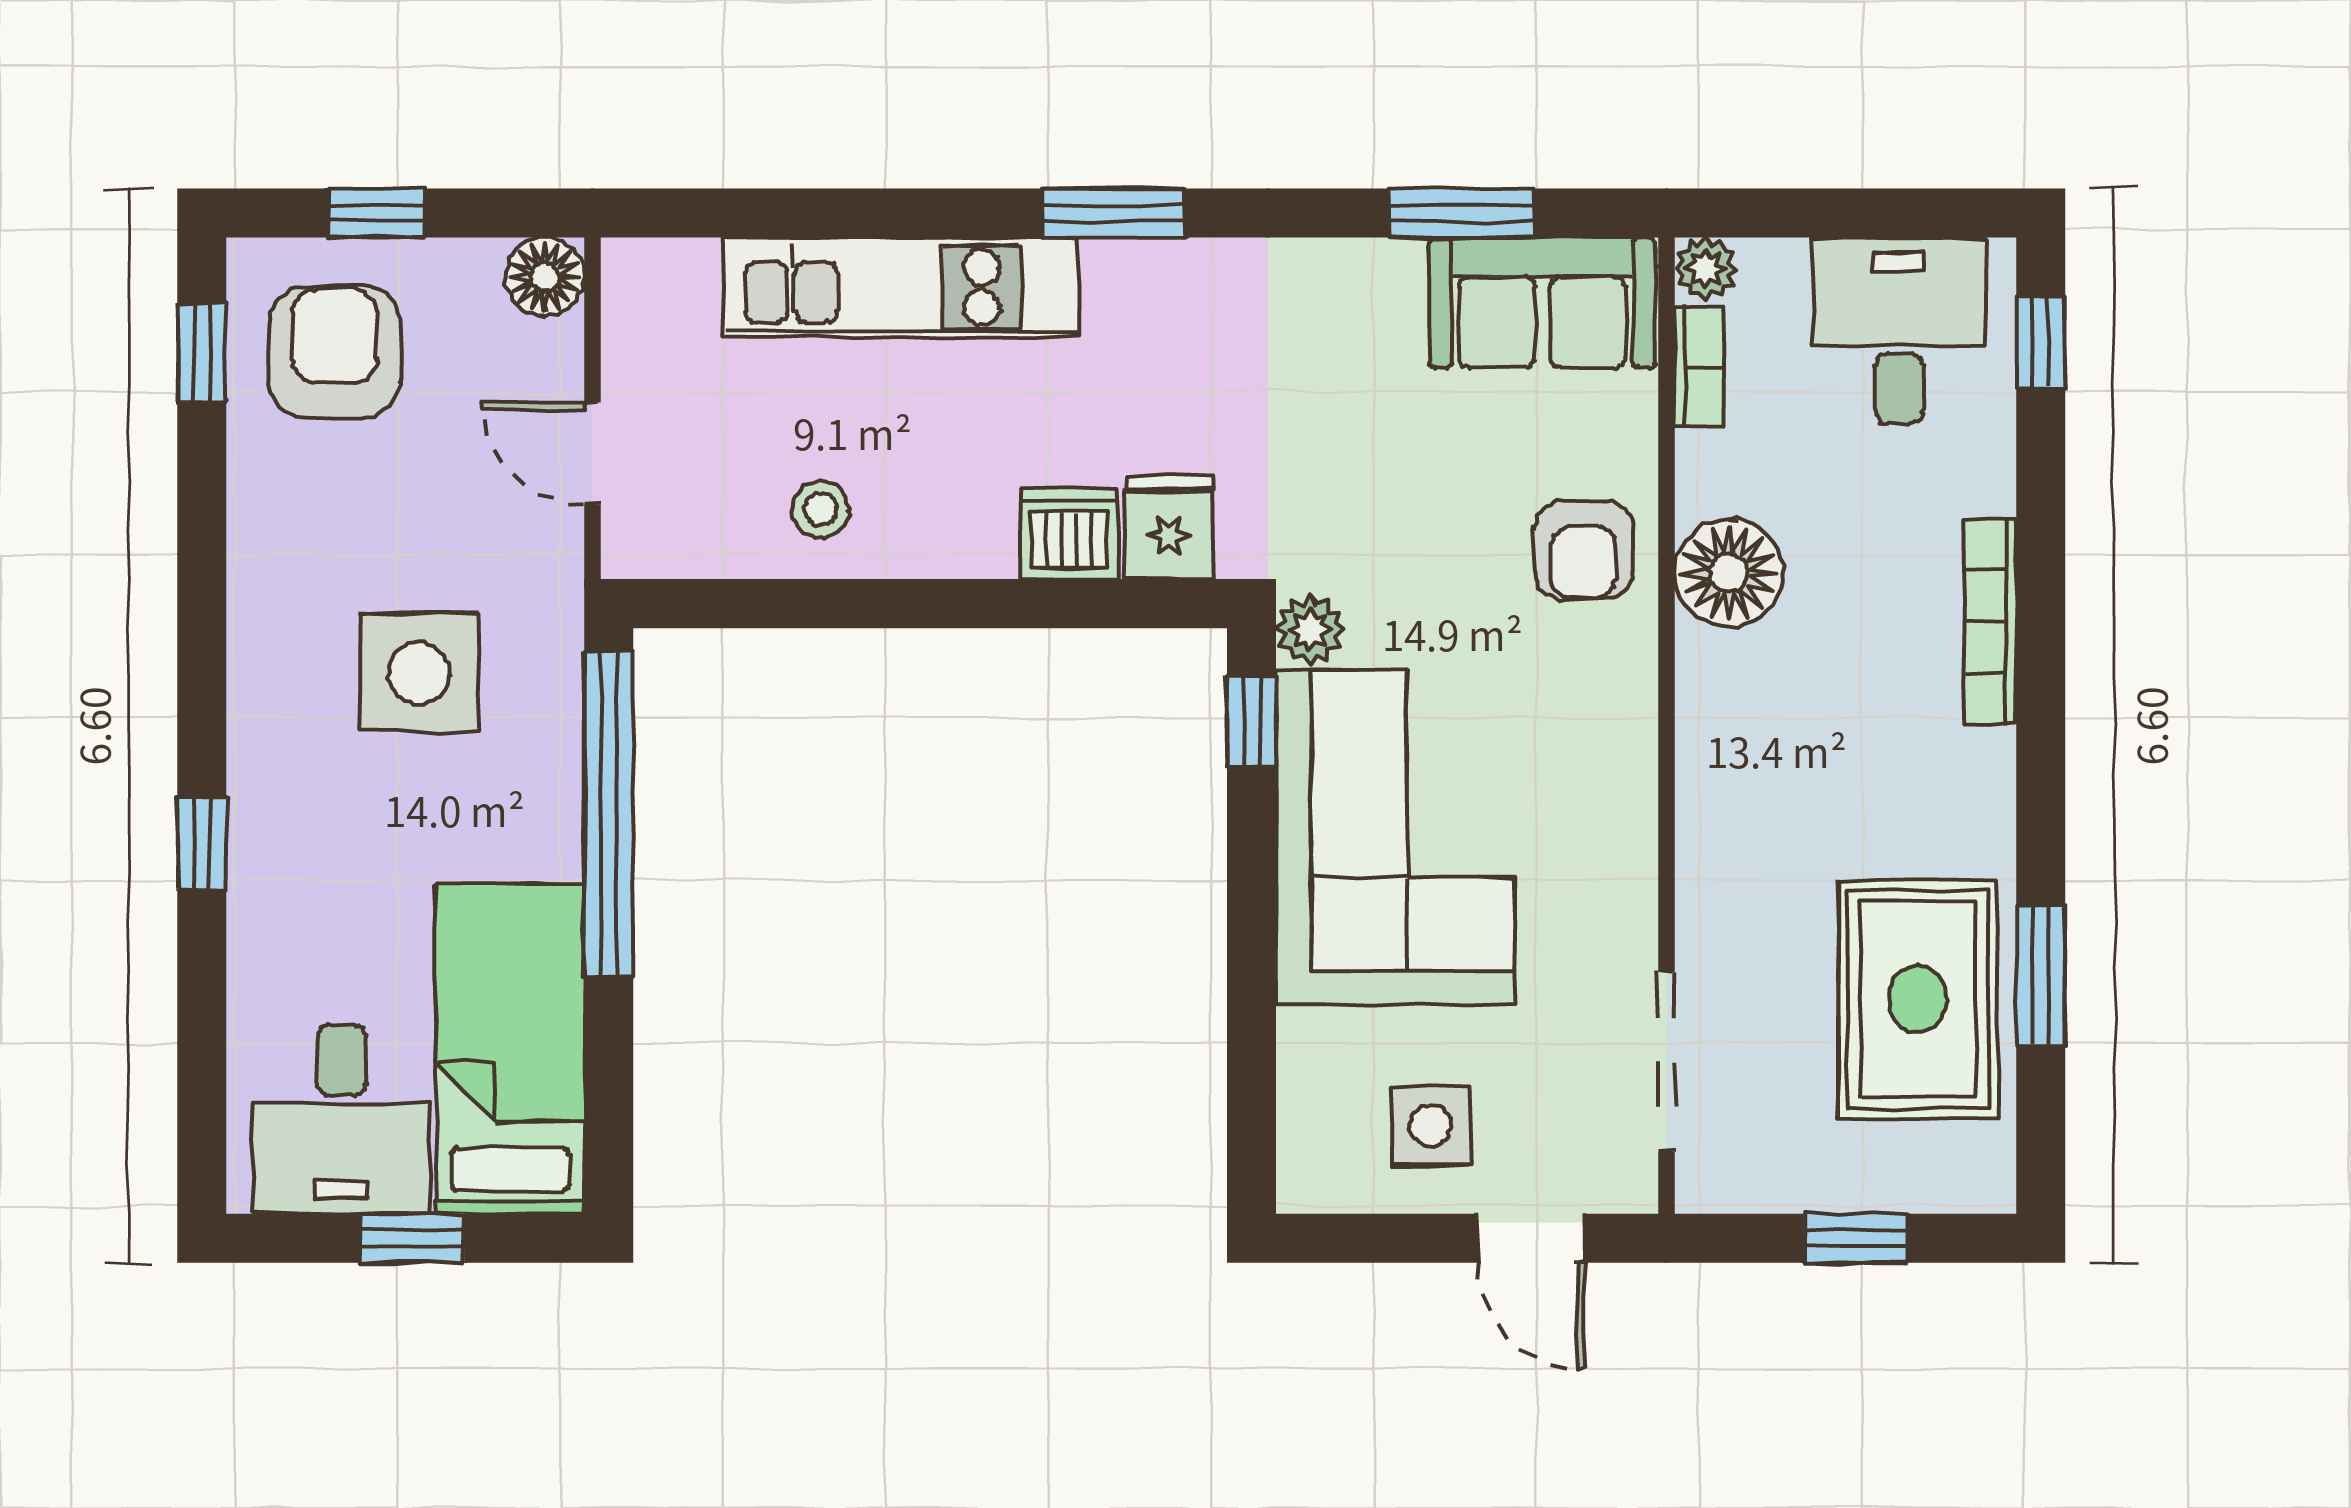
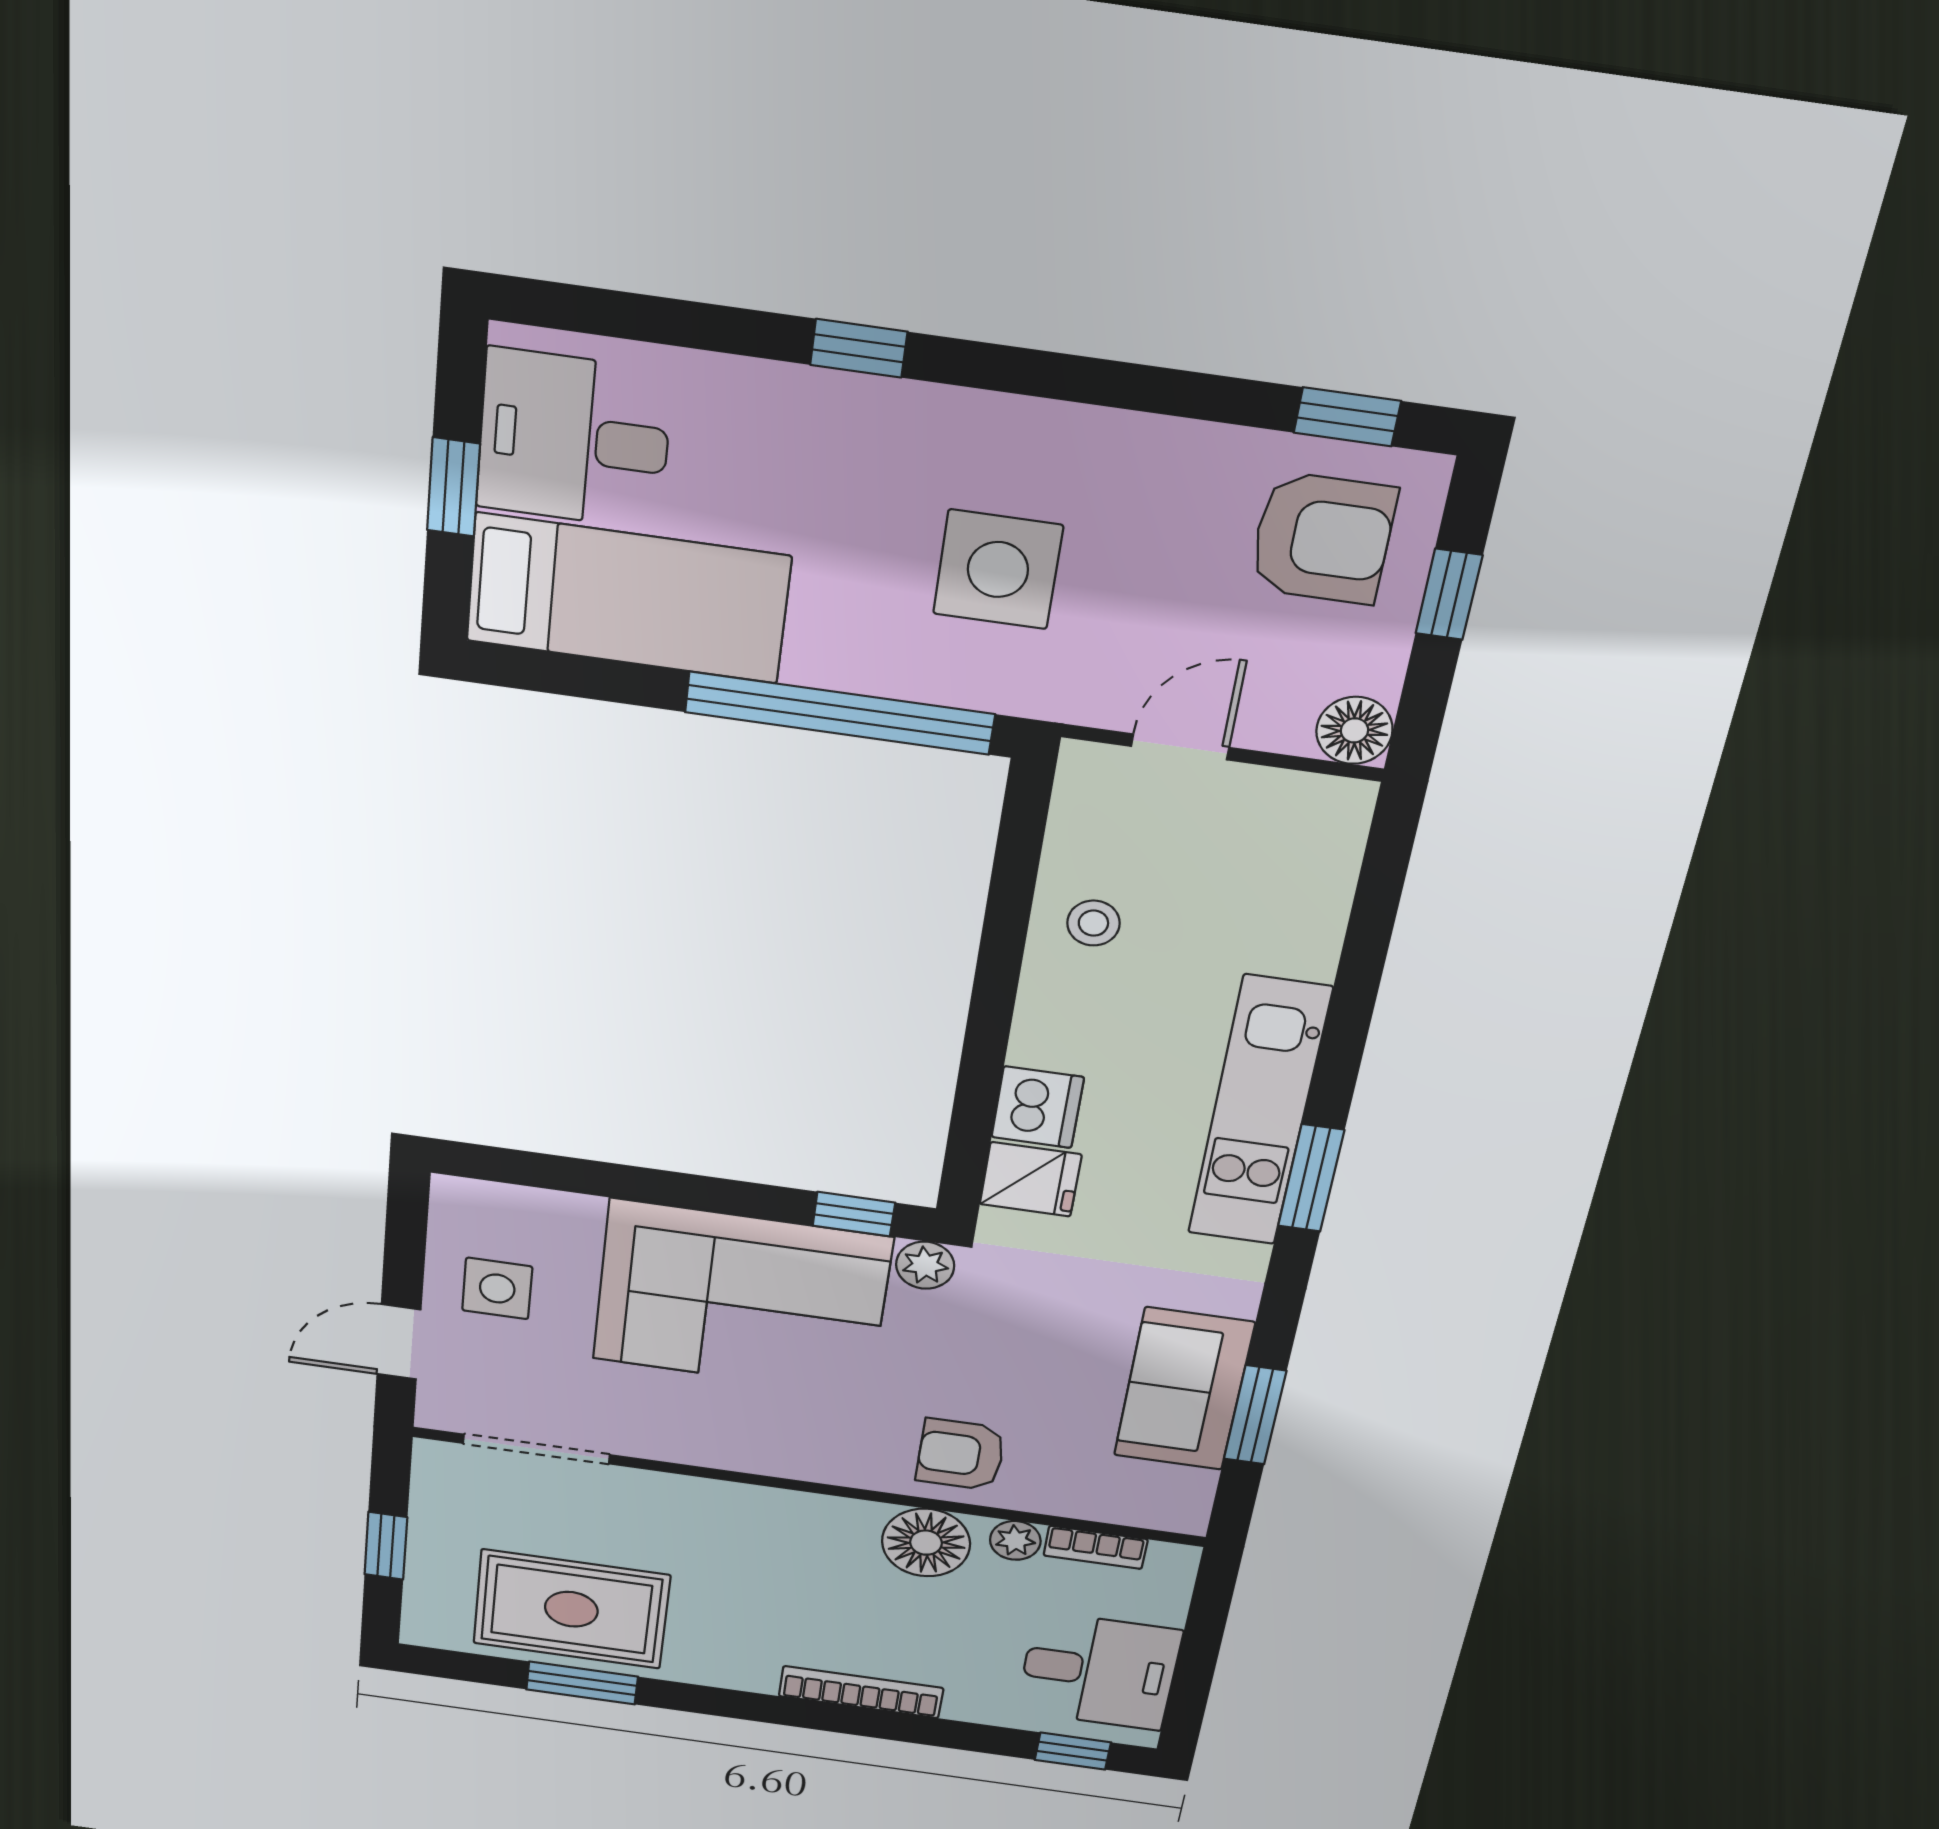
plant: (1706, 268) -> (1015, 1540), moved
kitchen unit: (901, 287) -> (1259, 1112), moved
sofa: (1542, 303) -> (1184, 1389), moved

